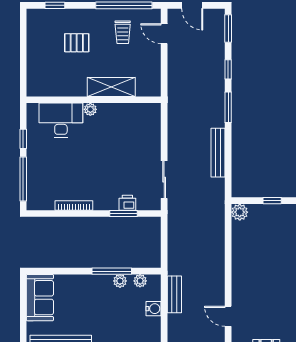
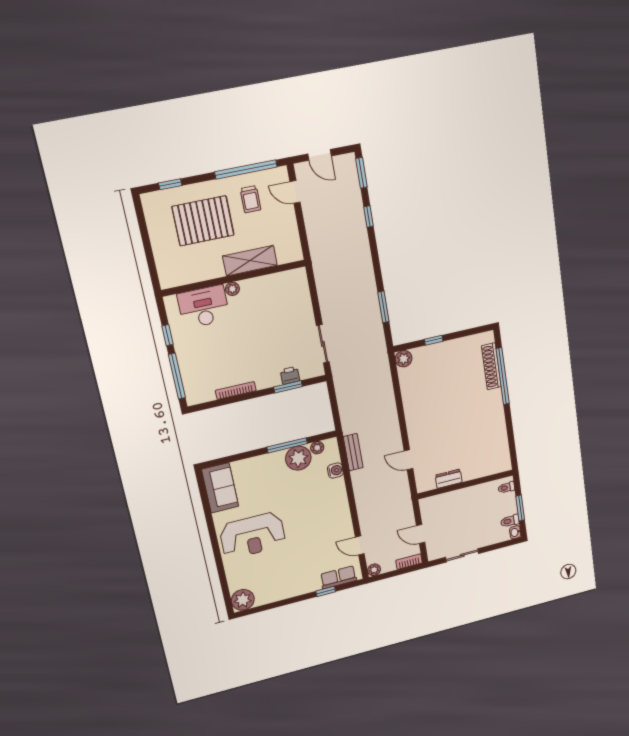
pallet: (77, 43) -> (203, 221), width x2.05, depth x2.00
window: (228, 107) -> (383, 307), moved
bench: (218, 153) -> (373, 305), removed
plant: (120, 281) -> (298, 458), width x1.88, depth x1.88

